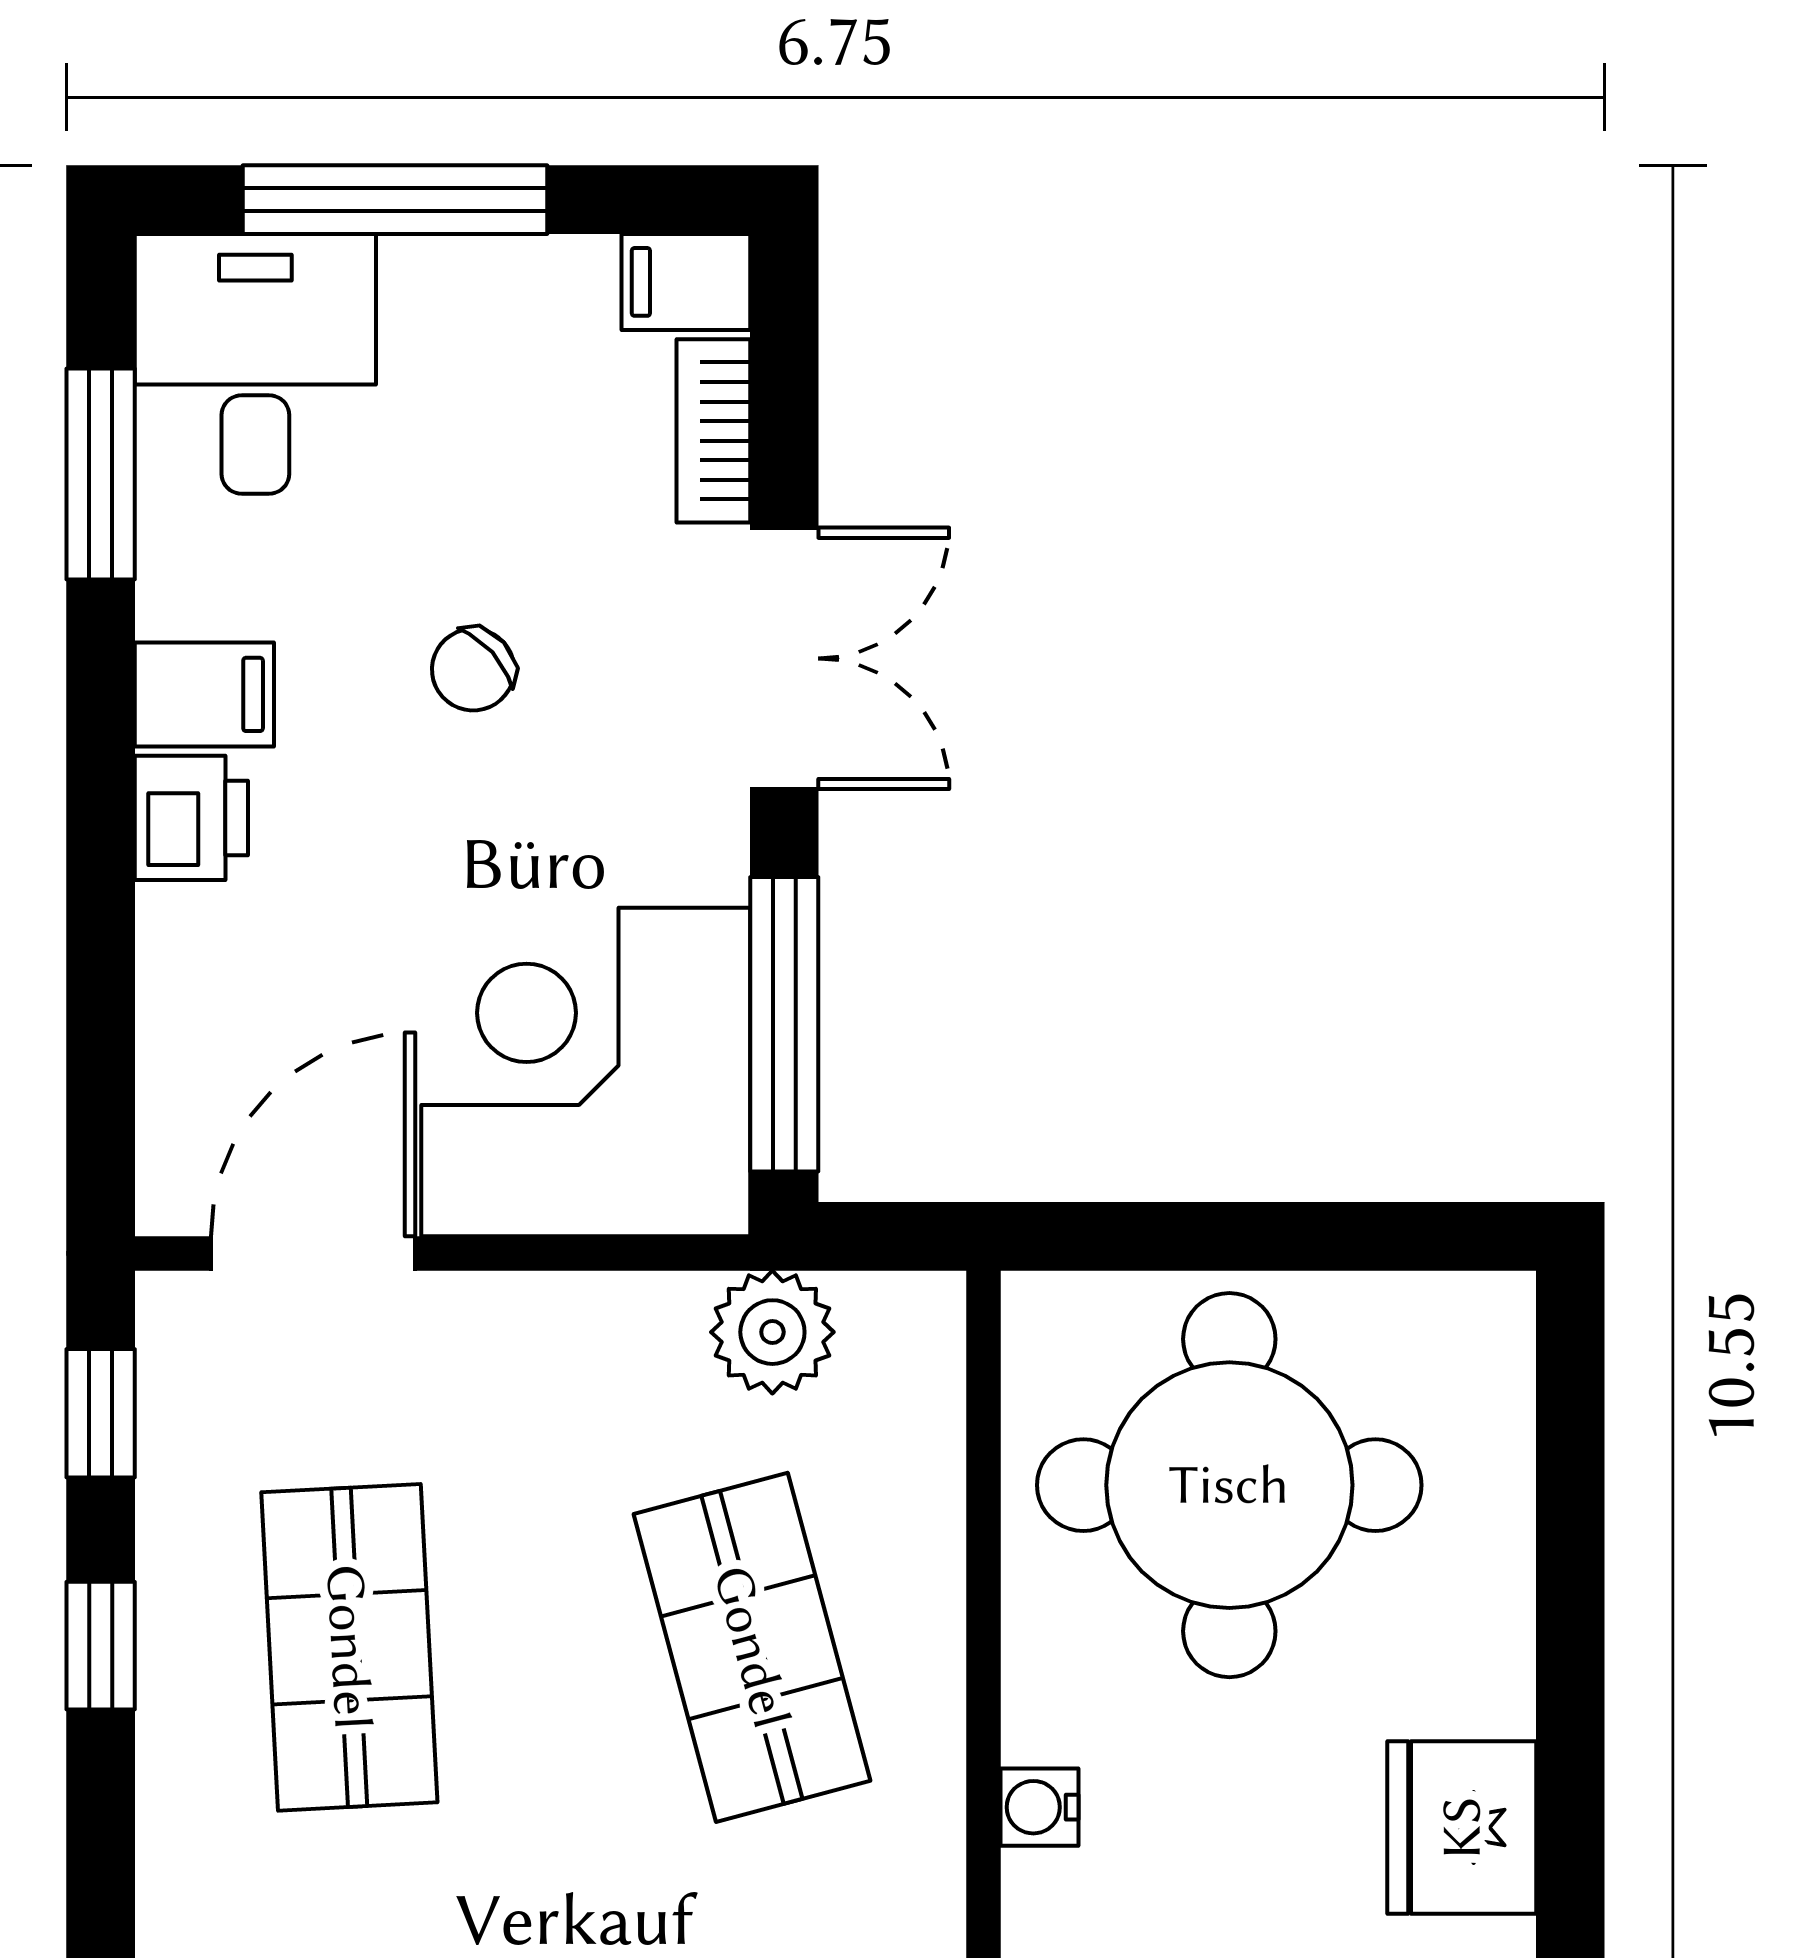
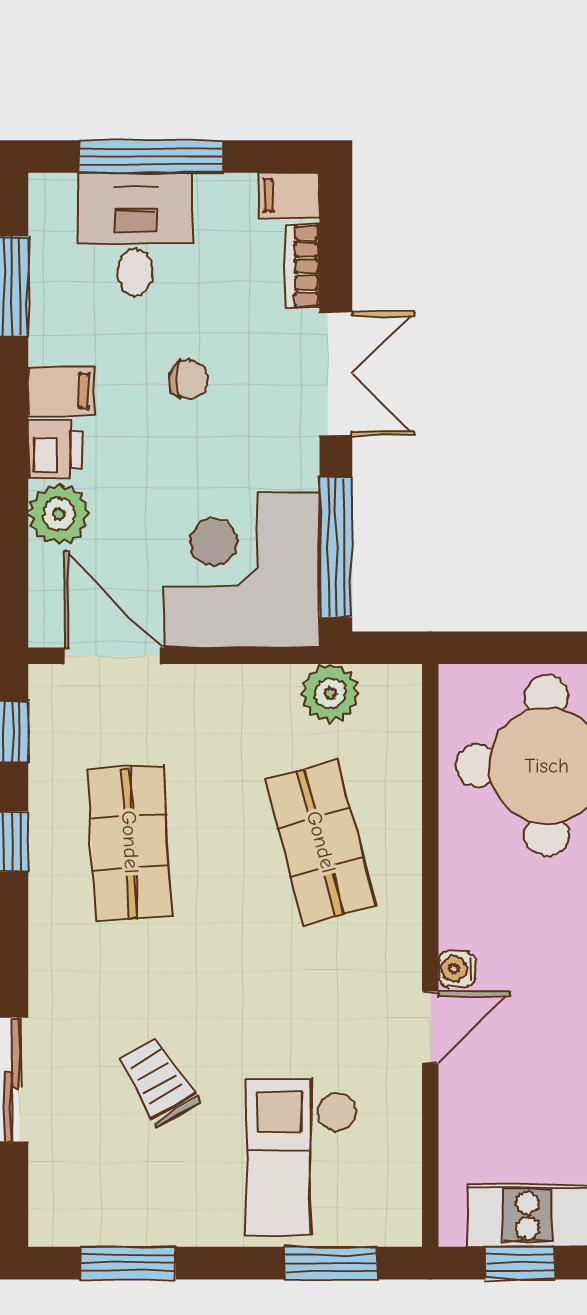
desk: (255, 364) -> (135, 234), moved
chair: (473, 670) -> (188, 379), turned -138
plant: (200, 954) -> (59, 514), added
door: (313, 1253) -> (113, 656), hinge flipped
water cooler: (1039, 1807) -> (457, 969), moved

